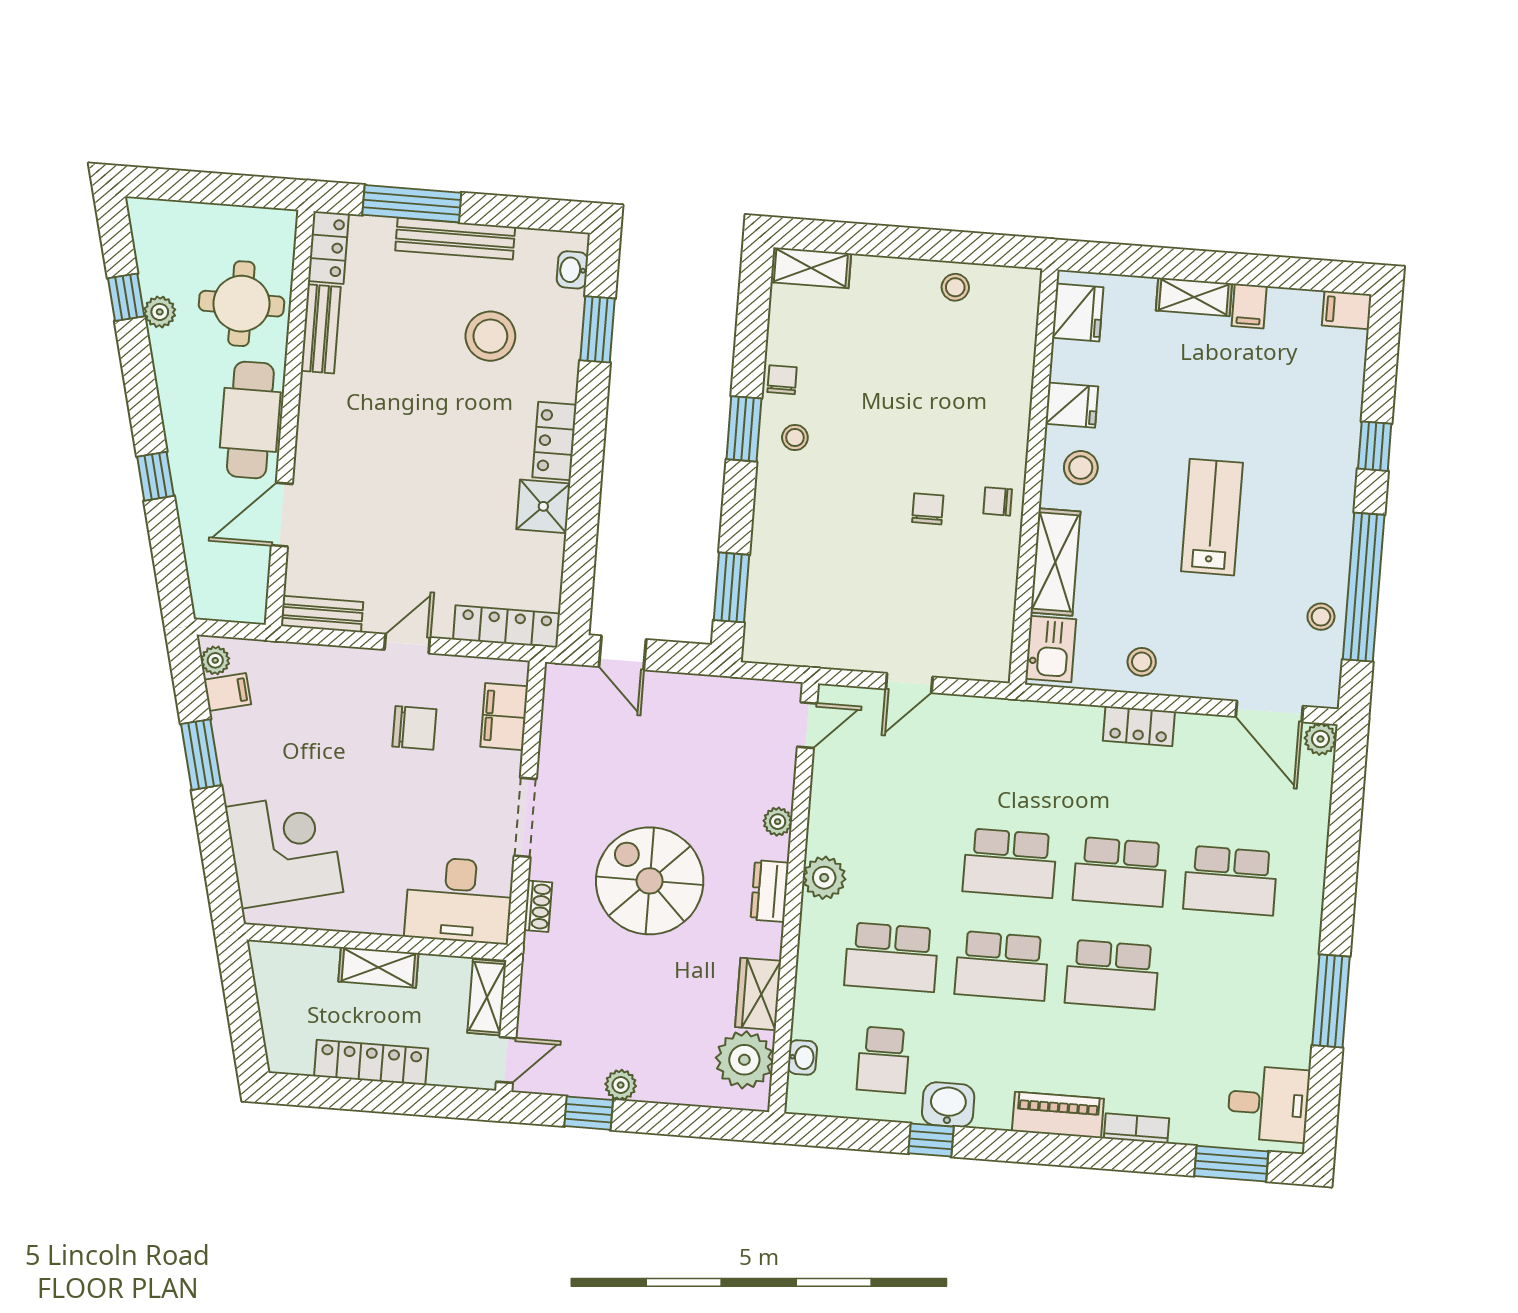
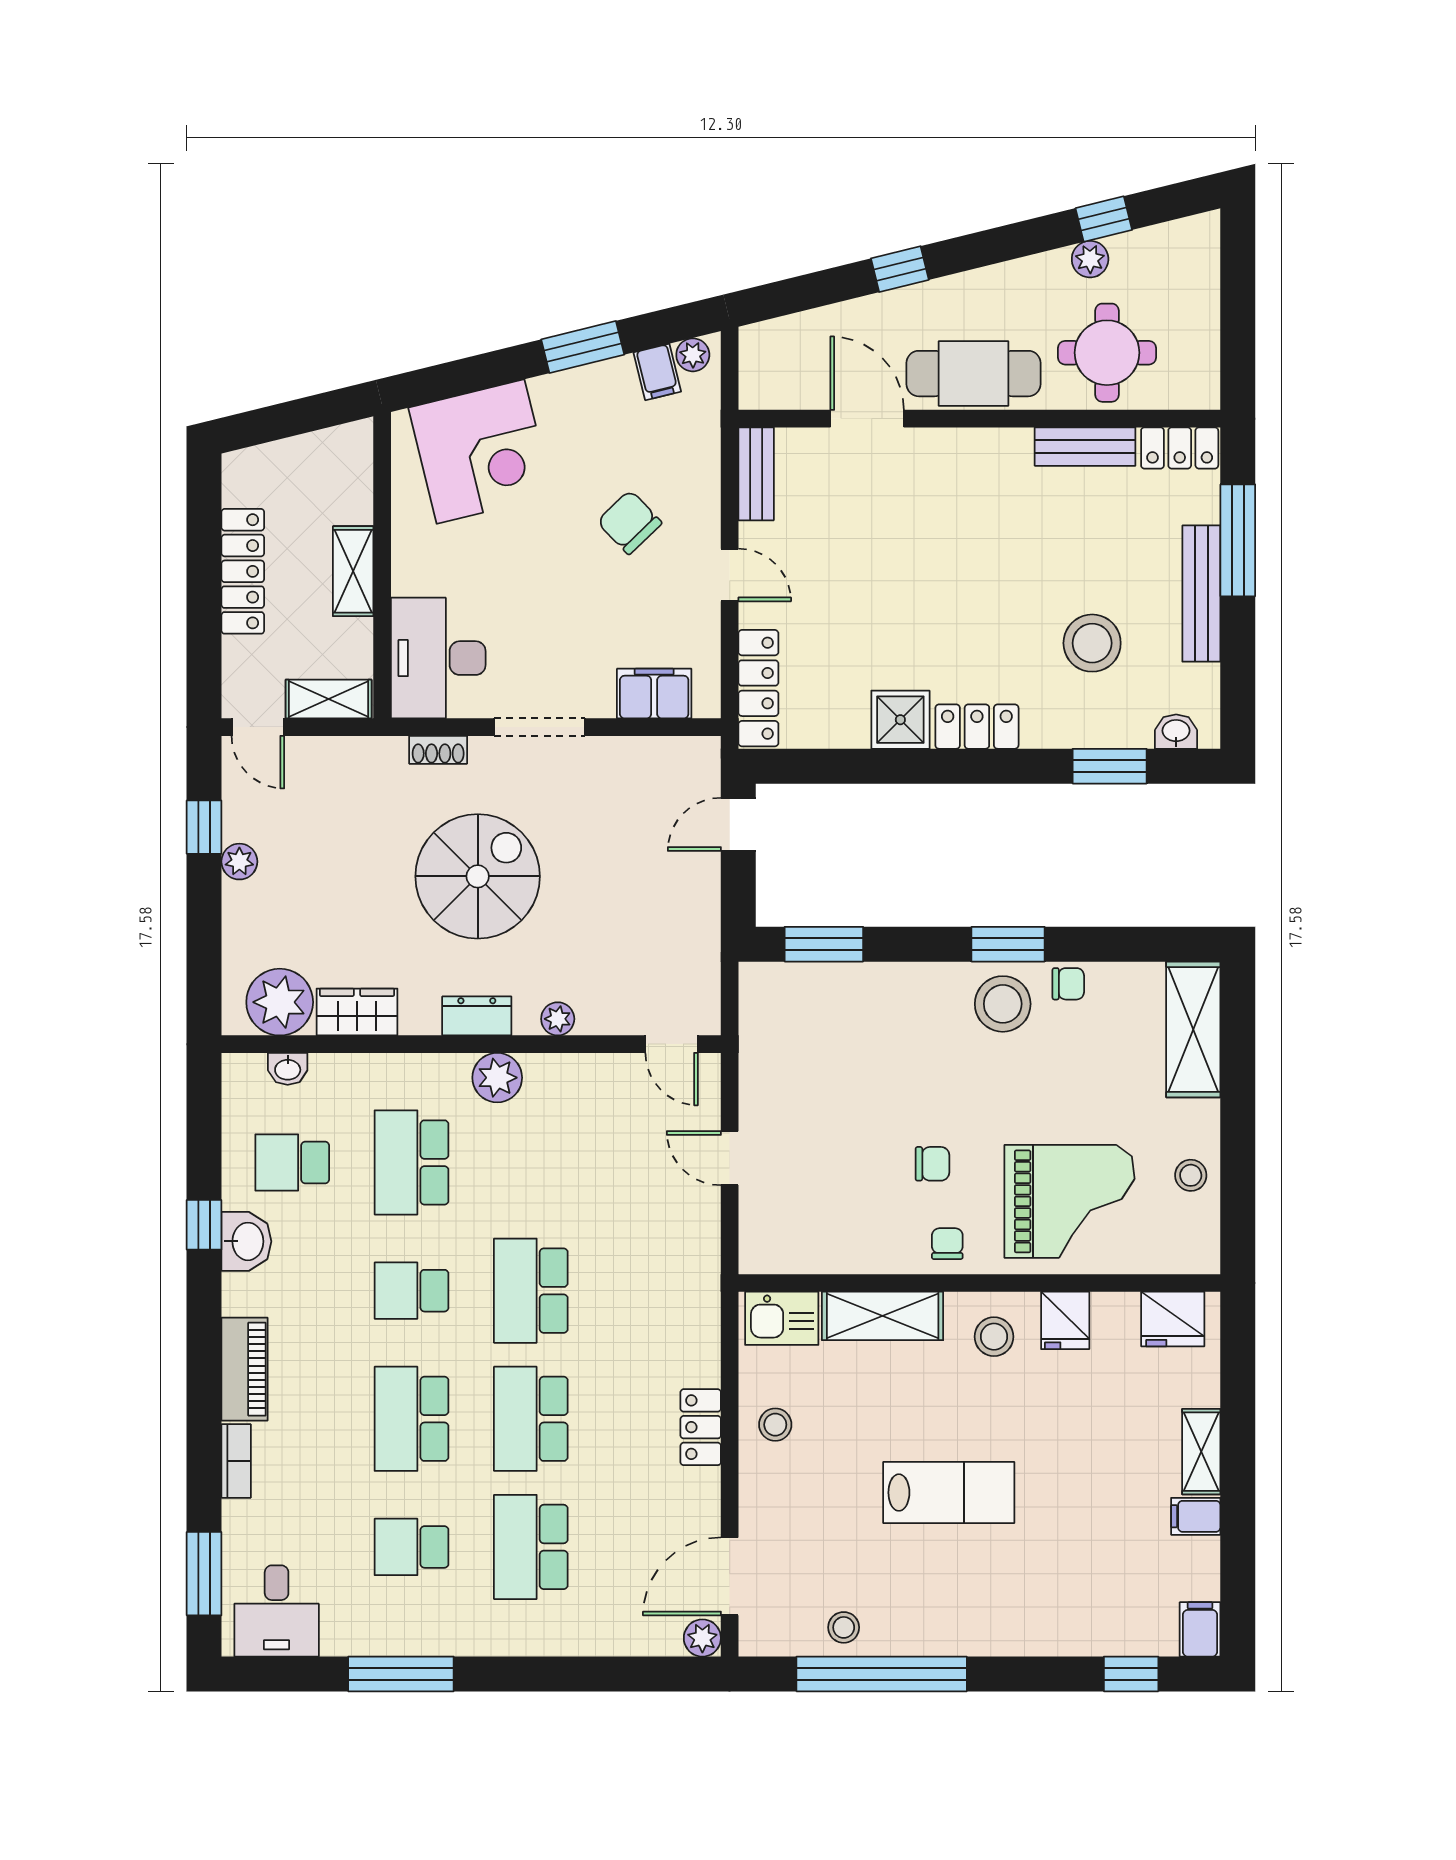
shelving: (811, 268) -> (1193, 1029), width x1.50, depth x1.33
grand piano: (969, 393) -> (1069, 1201), added
stool: (795, 437) -> (1003, 1004), width x1.89, depth x1.89
window: (1375, 446) -> (1131, 1674), moved
chair: (414, 728) -> (629, 522), moved, turned 136
school desk: (1002, 966) -> (412, 1291), width x0.54
school desk: (1222, 983) -> (412, 1547), added

